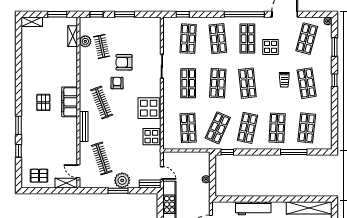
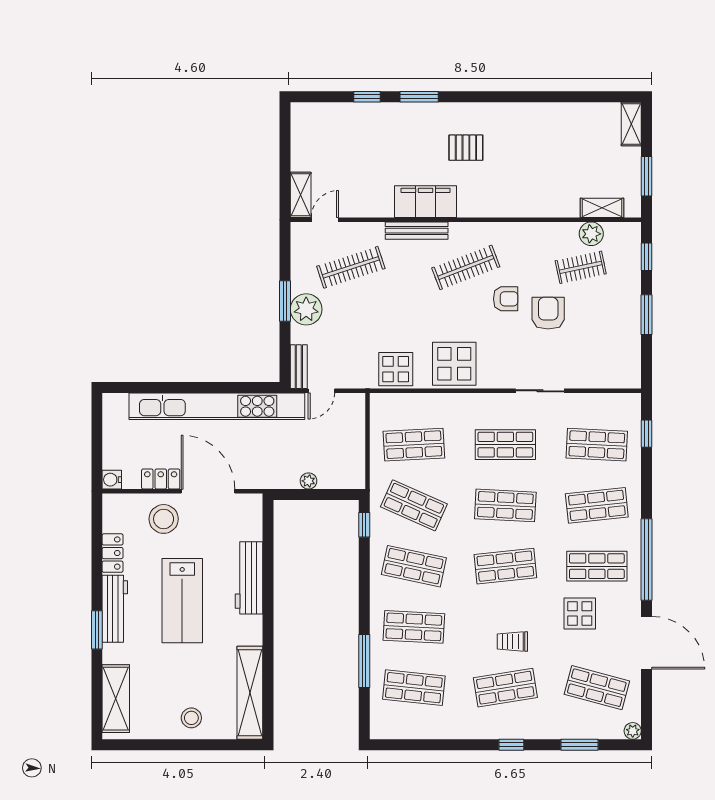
filing cabinet: (70, 102) -> (426, 202), moved
pallet: (39, 176) -> (316, 139), removed

